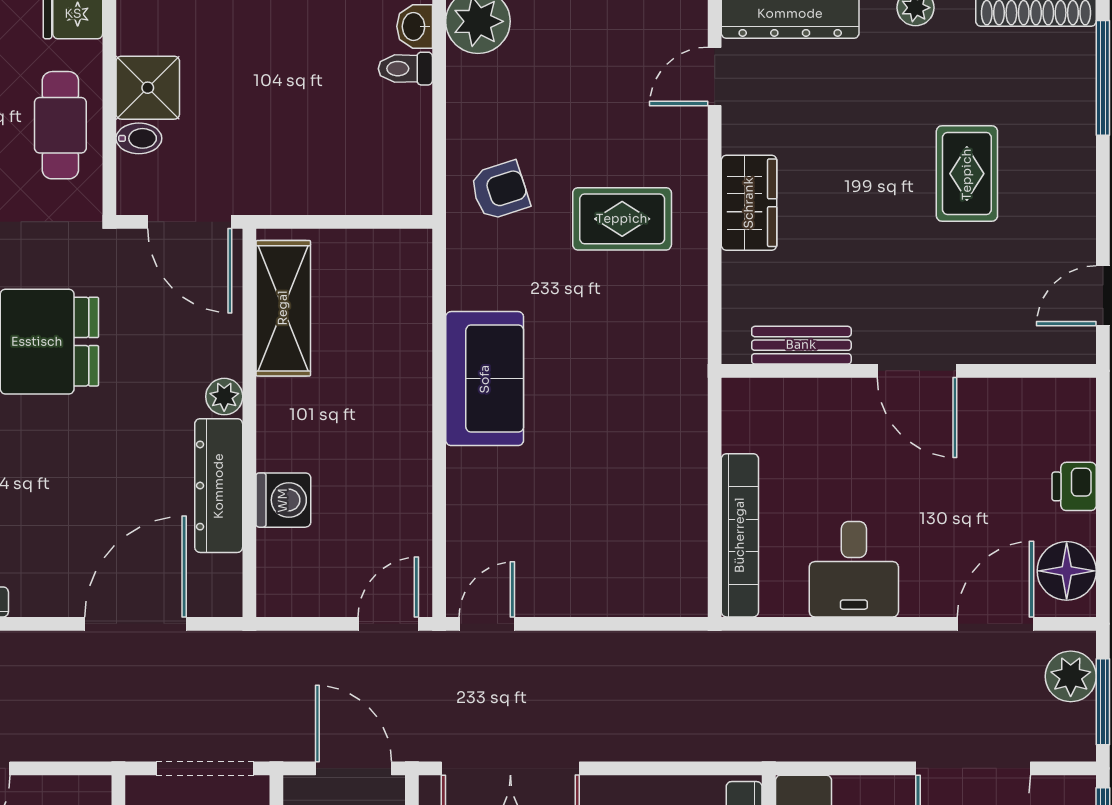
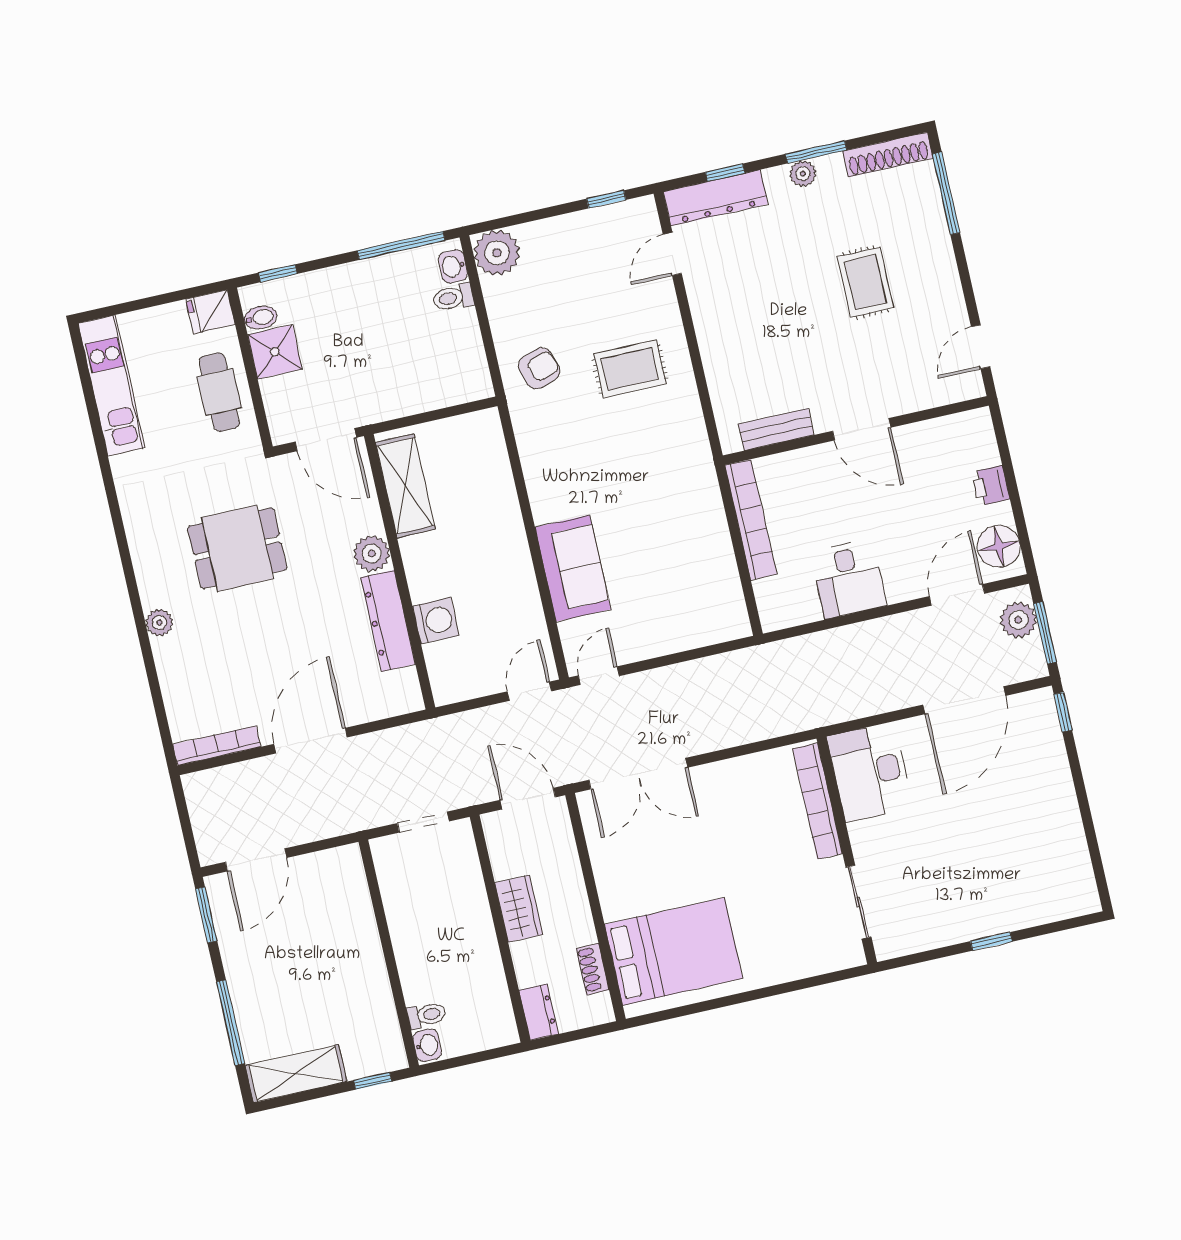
bidet: (139, 138) -> (261, 318), moved
wardrobe: (749, 203) -> (717, 337), removed
sofa: (485, 379) -> (573, 568), moved
plant: (224, 397) -> (372, 553), width x1.38, depth x1.38
bookcase: (740, 535) -> (751, 520), moved
door: (135, 624) -> (311, 741), moved
doorway: (205, 768) -> (423, 822), width x0.73

